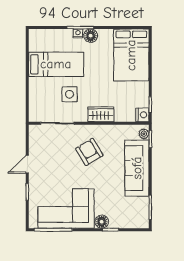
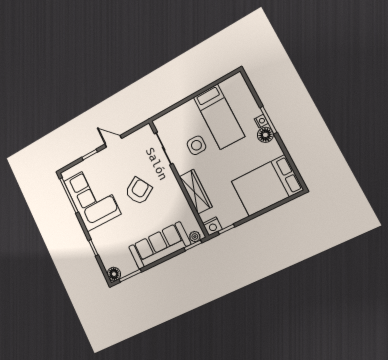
wardrobe: (101, 114) -> (196, 192), width x1.50
armchair: (89, 152) -> (139, 191), moved
floor lamp: (102, 222) -> (114, 274), moved

